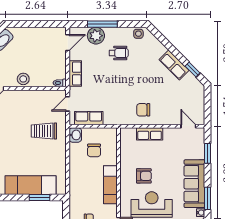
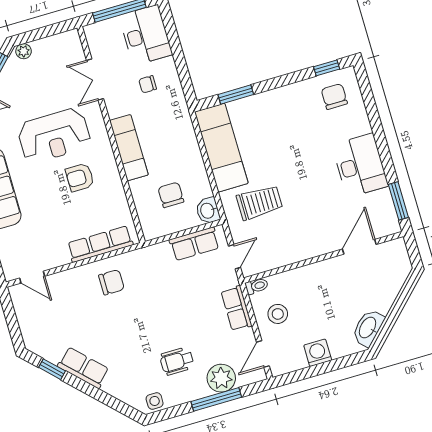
washing machine: (36, 34) -> (318, 353), added
stool: (23, 79) -> (278, 314), moved
row of seats: (150, 134) -> (100, 244), width x1.48
exam couch: (30, 185) -> (221, 148), moved, turned -90

